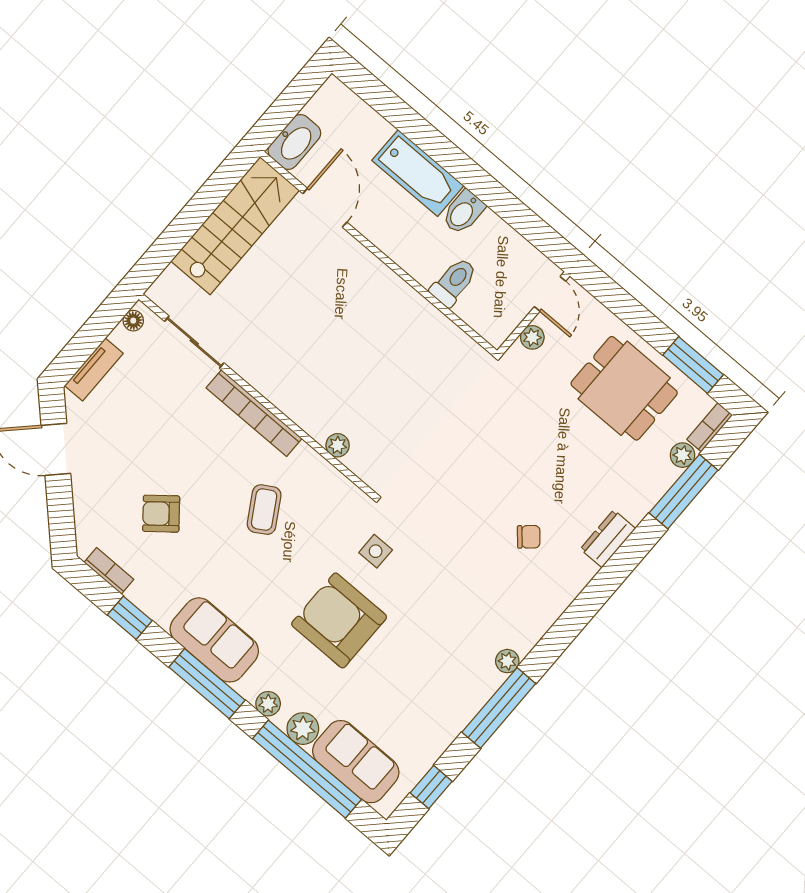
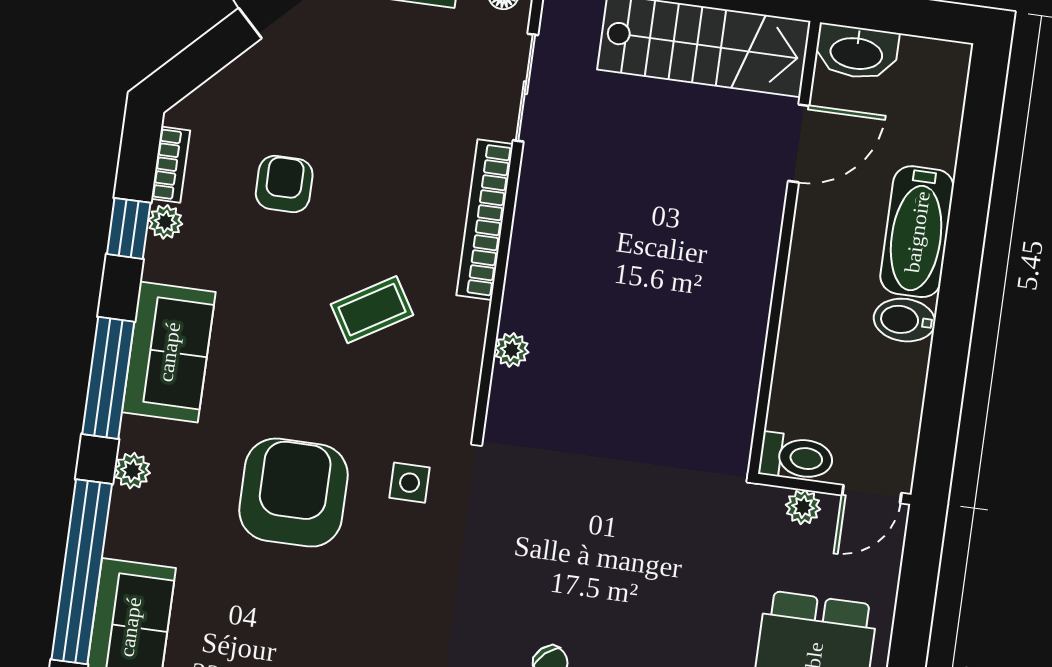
toilet: (454, 282) -> (796, 457), moved
armchair: (161, 514) -> (284, 184), turned 39
plant: (303, 729) -> (165, 222), moved, width x0.73, depth x0.73

